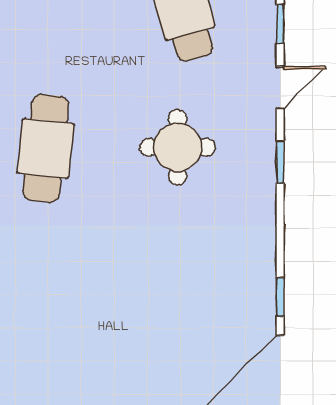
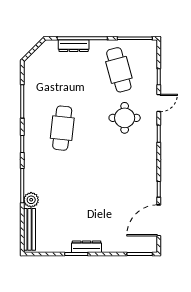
round table: (178, 147) -> (125, 118), moved

